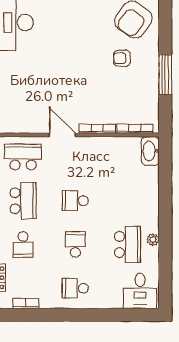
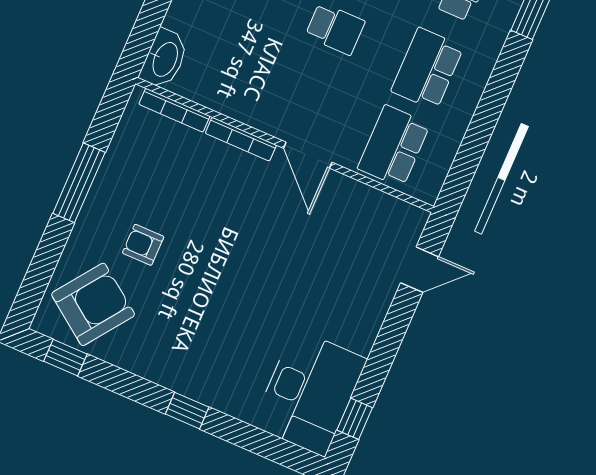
armchair: (122, 58) -> (143, 245), turned 180
school desk: (23, 157) -> (394, 146), turned 90

